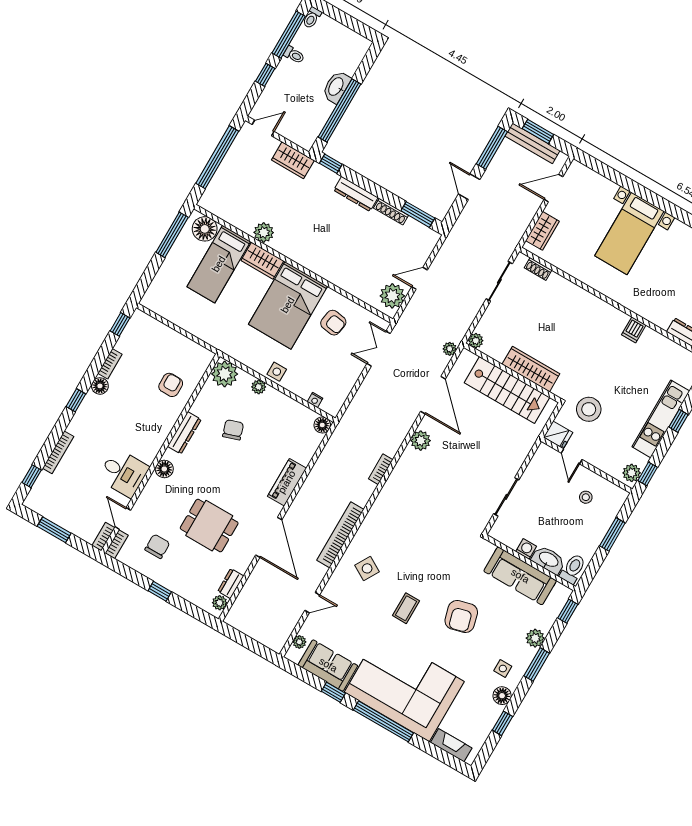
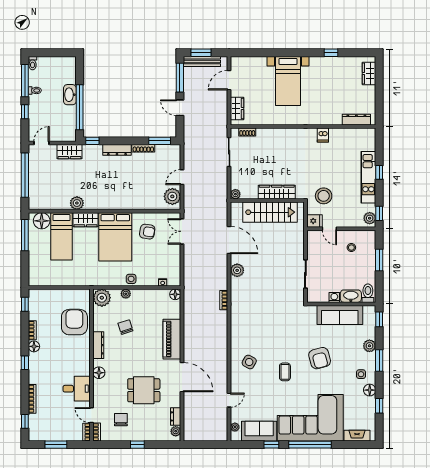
plant: (450, 349) -> (223, 208), removed
armchair: (171, 385) -> (74, 322), width x1.88, depth x1.88
piano: (287, 482) -> (172, 339), width x1.37, depth x1.33
bookcase: (340, 535) -> (222, 352), removed

